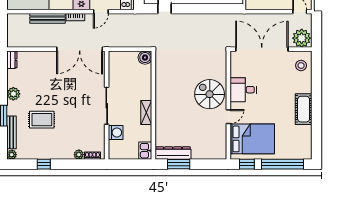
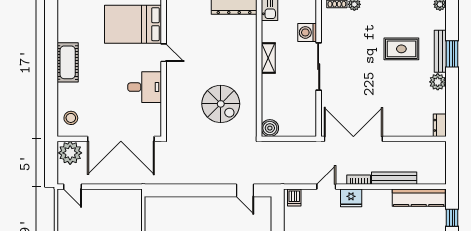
spiral stairs: (210, 94) -> (221, 104), moved
door: (228, 117) -> (164, 53), swing flipped
bench: (11, 132) -> (440, 51), moved

